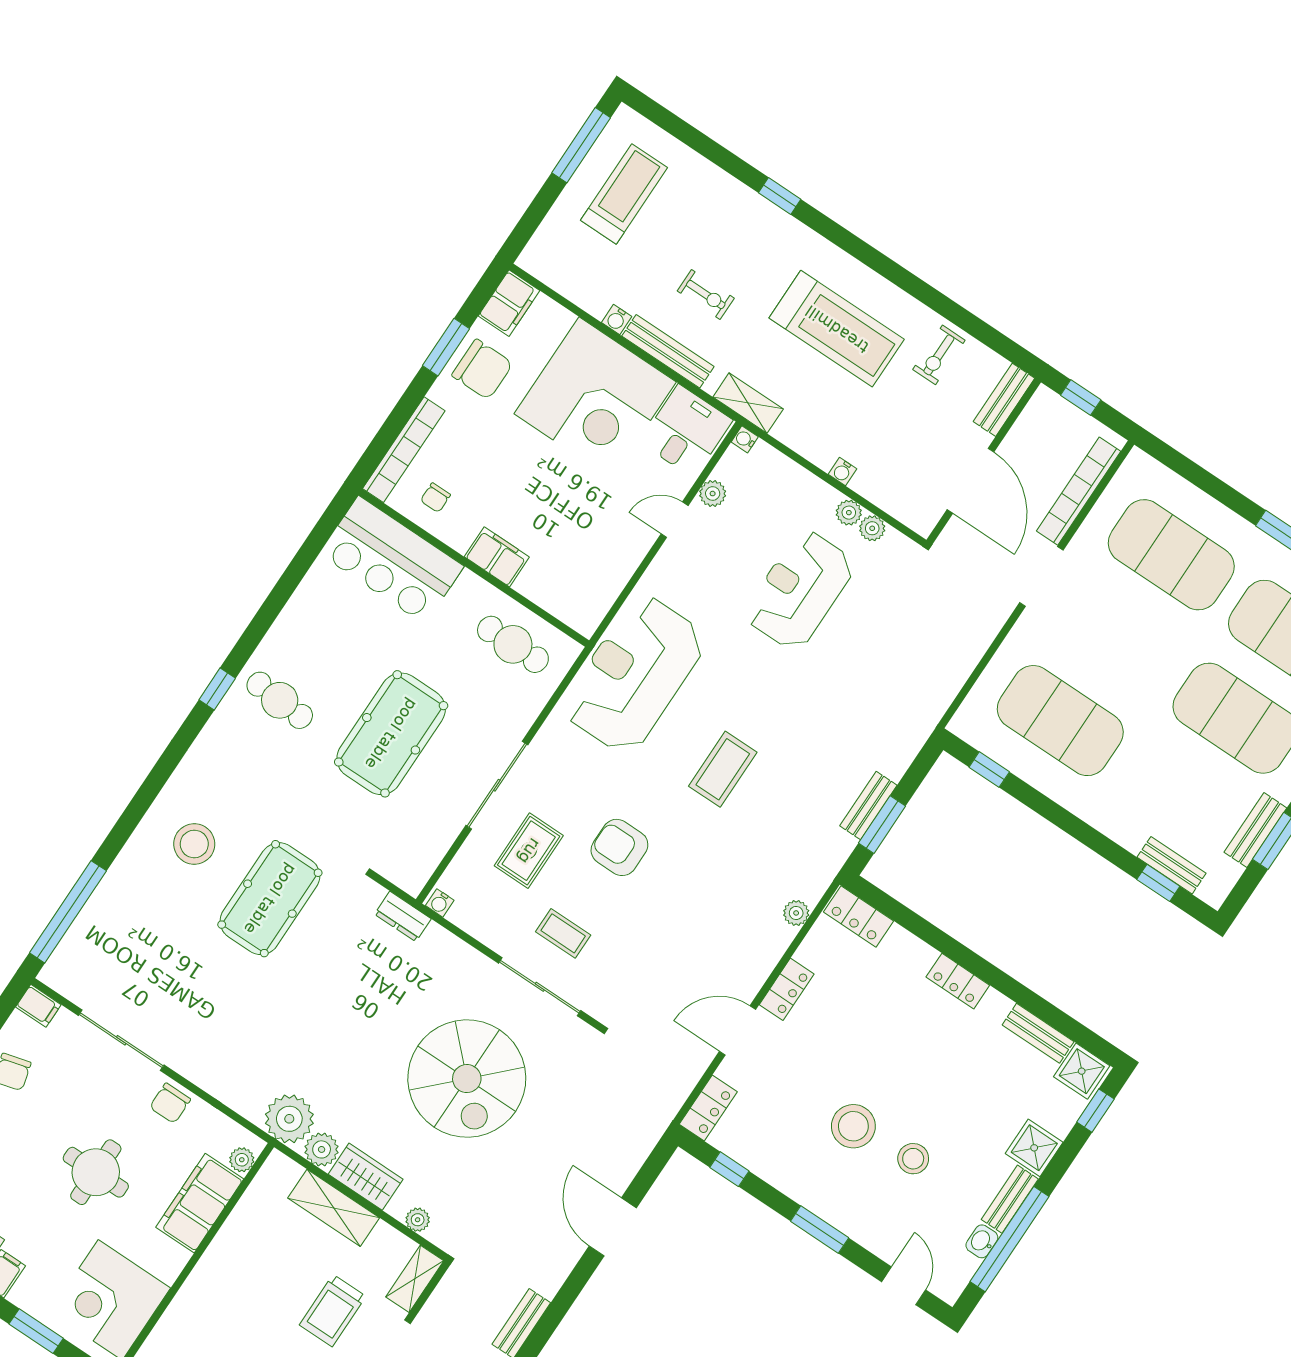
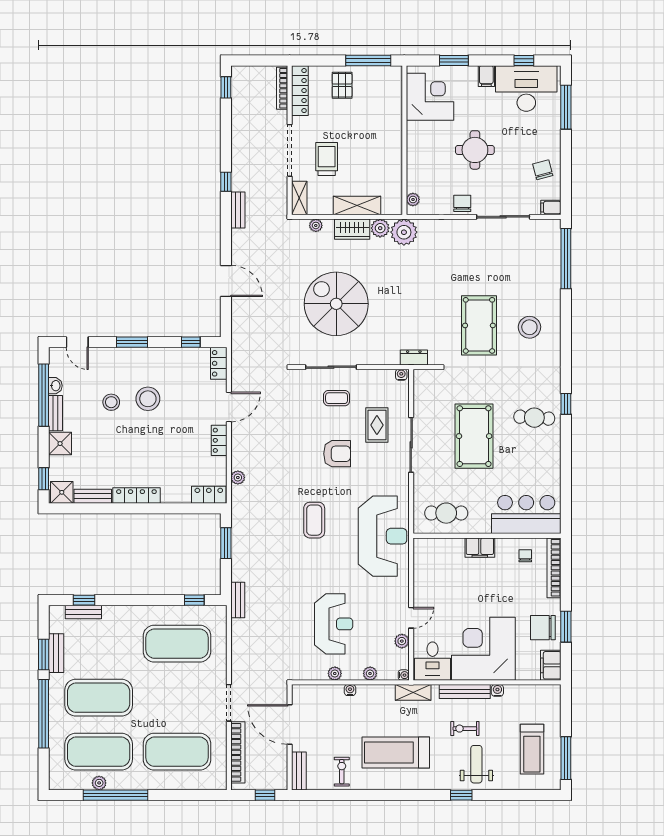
weight bench: (725, 228) -> (476, 764), added
plant: (872, 528) -> (370, 673), moved
bench: (868, 806) -> (238, 600), moved
locker: (958, 981) -> (136, 496), width x1.53
filing cabinet: (200, 1203) -> (419, 167), removed

